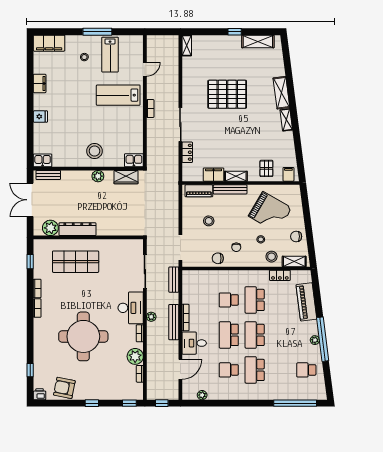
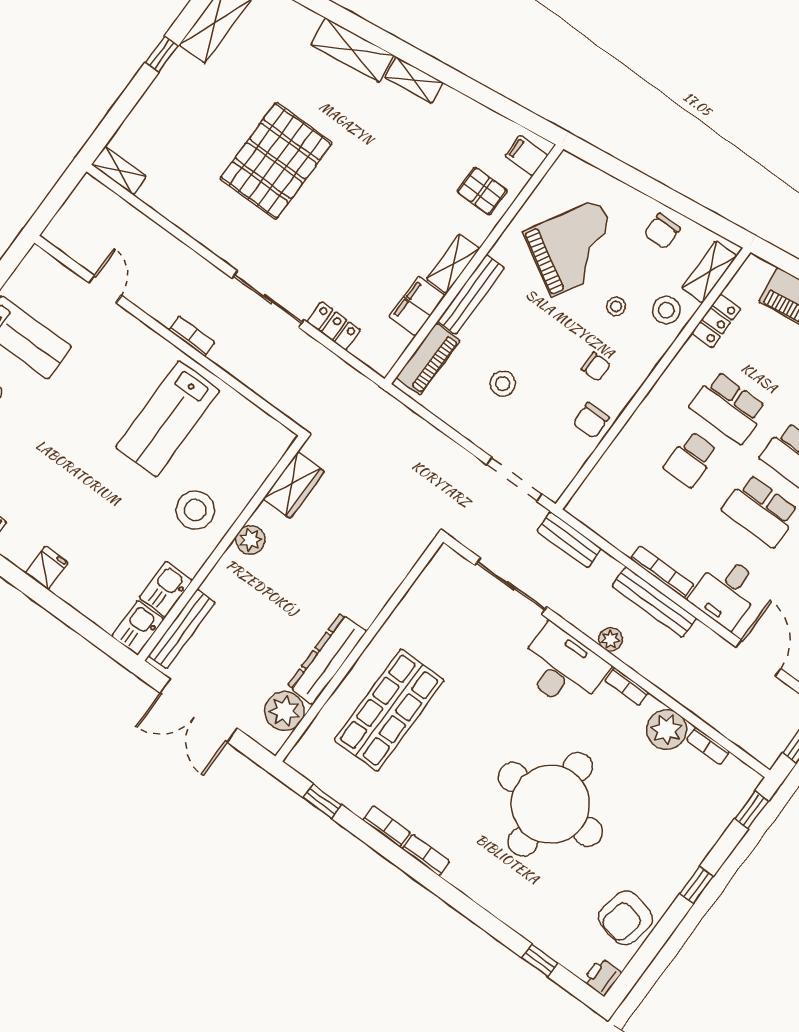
lab bench: (118, 95) -> (168, 419), moved
kitchen sink: (134, 160) -> (166, 589), moved
bench: (48, 175) -> (182, 629), width x1.36

